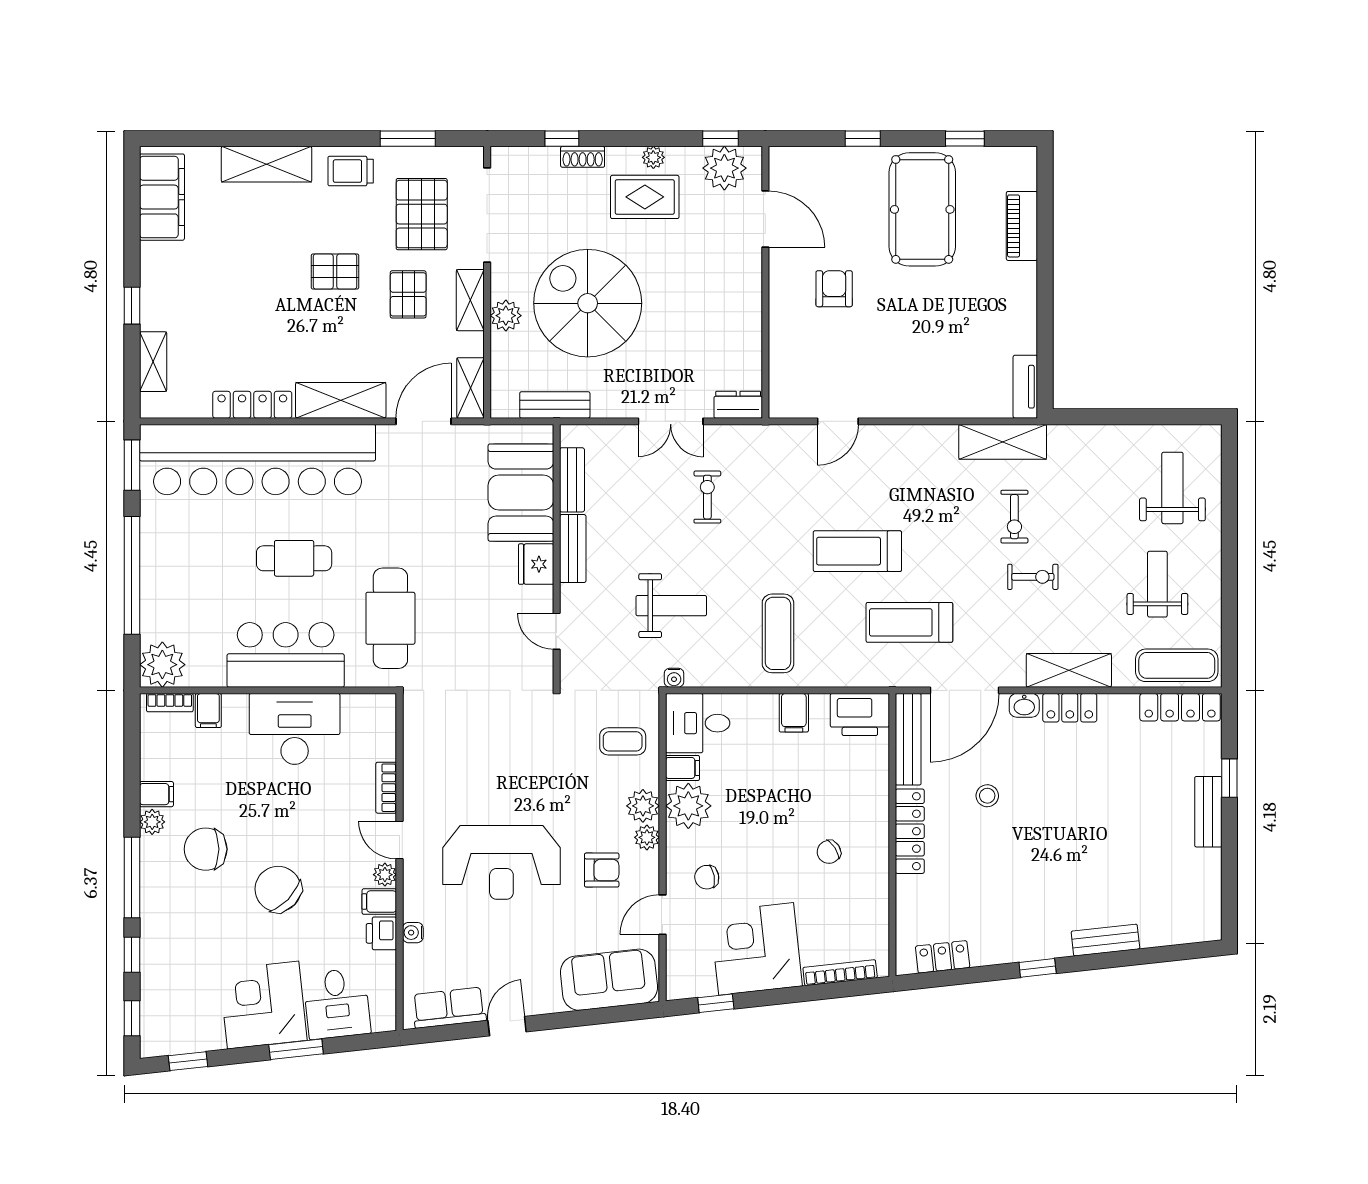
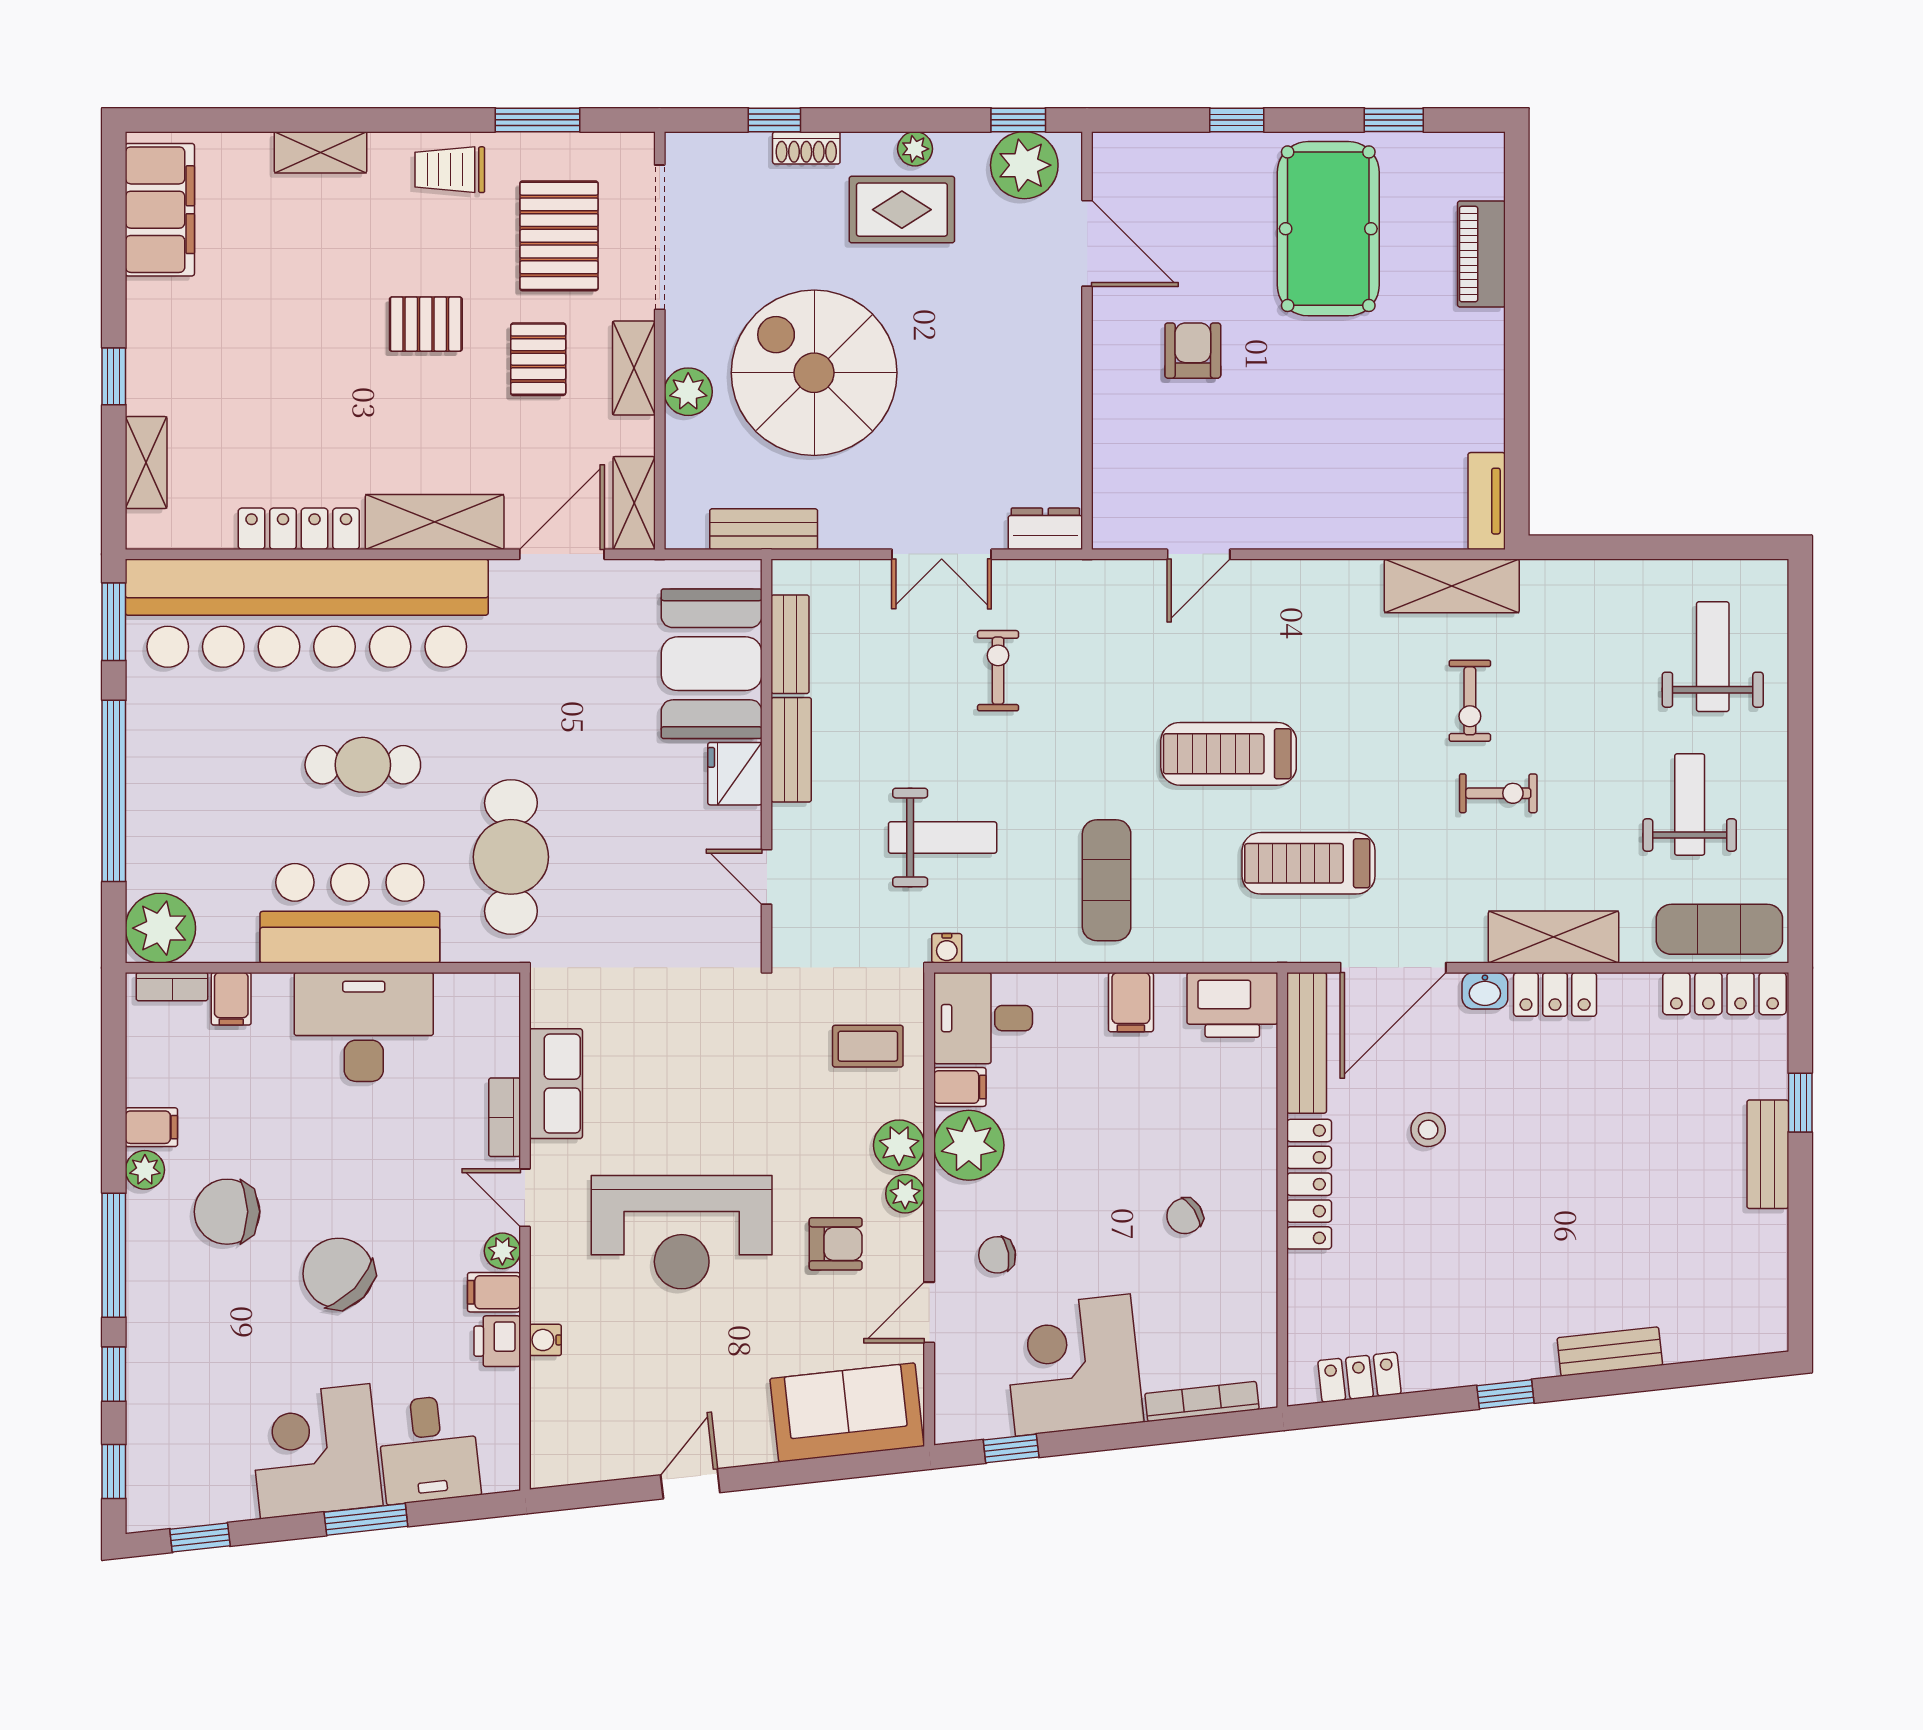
shelving: (266, 164) -> (321, 152), width x0.67, depth x0.75
row of seats: (449, 1008) -> (556, 1084), moved, turned 96

